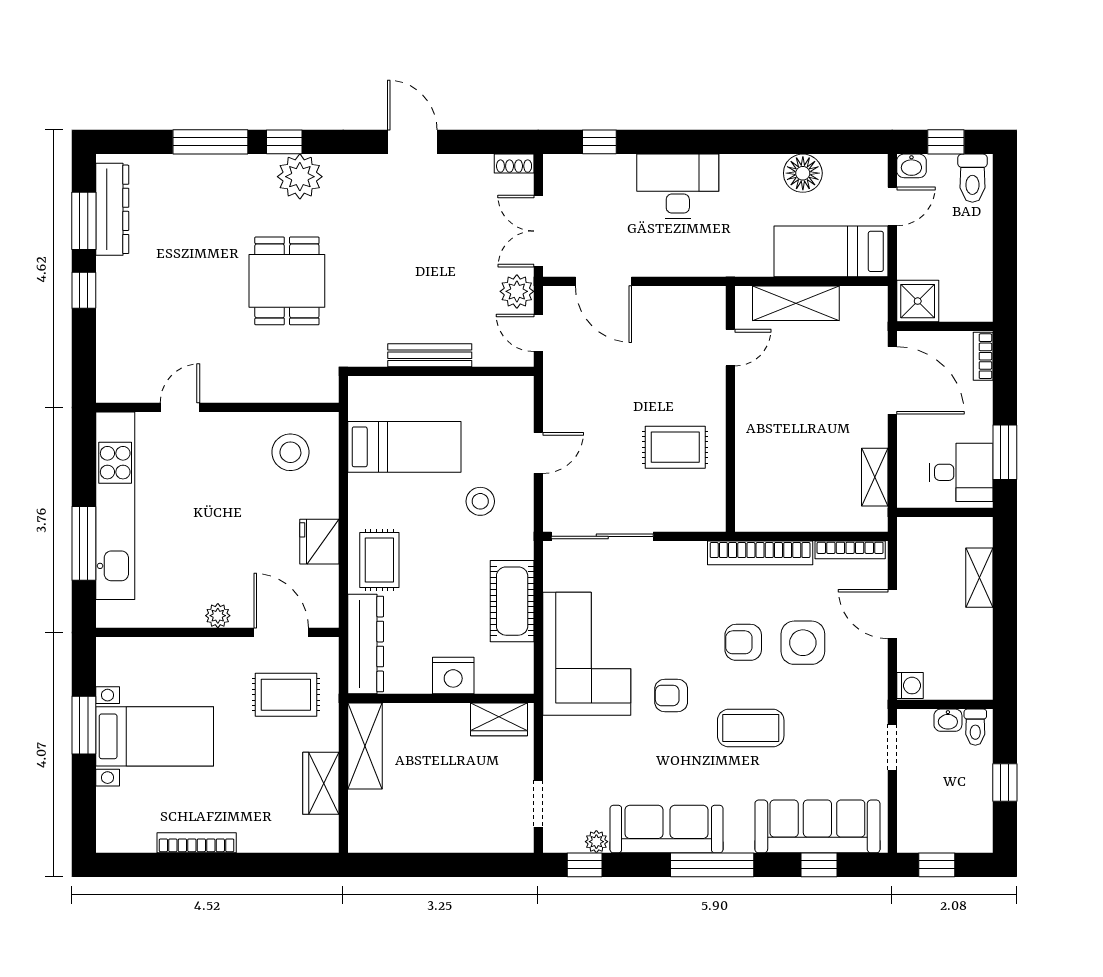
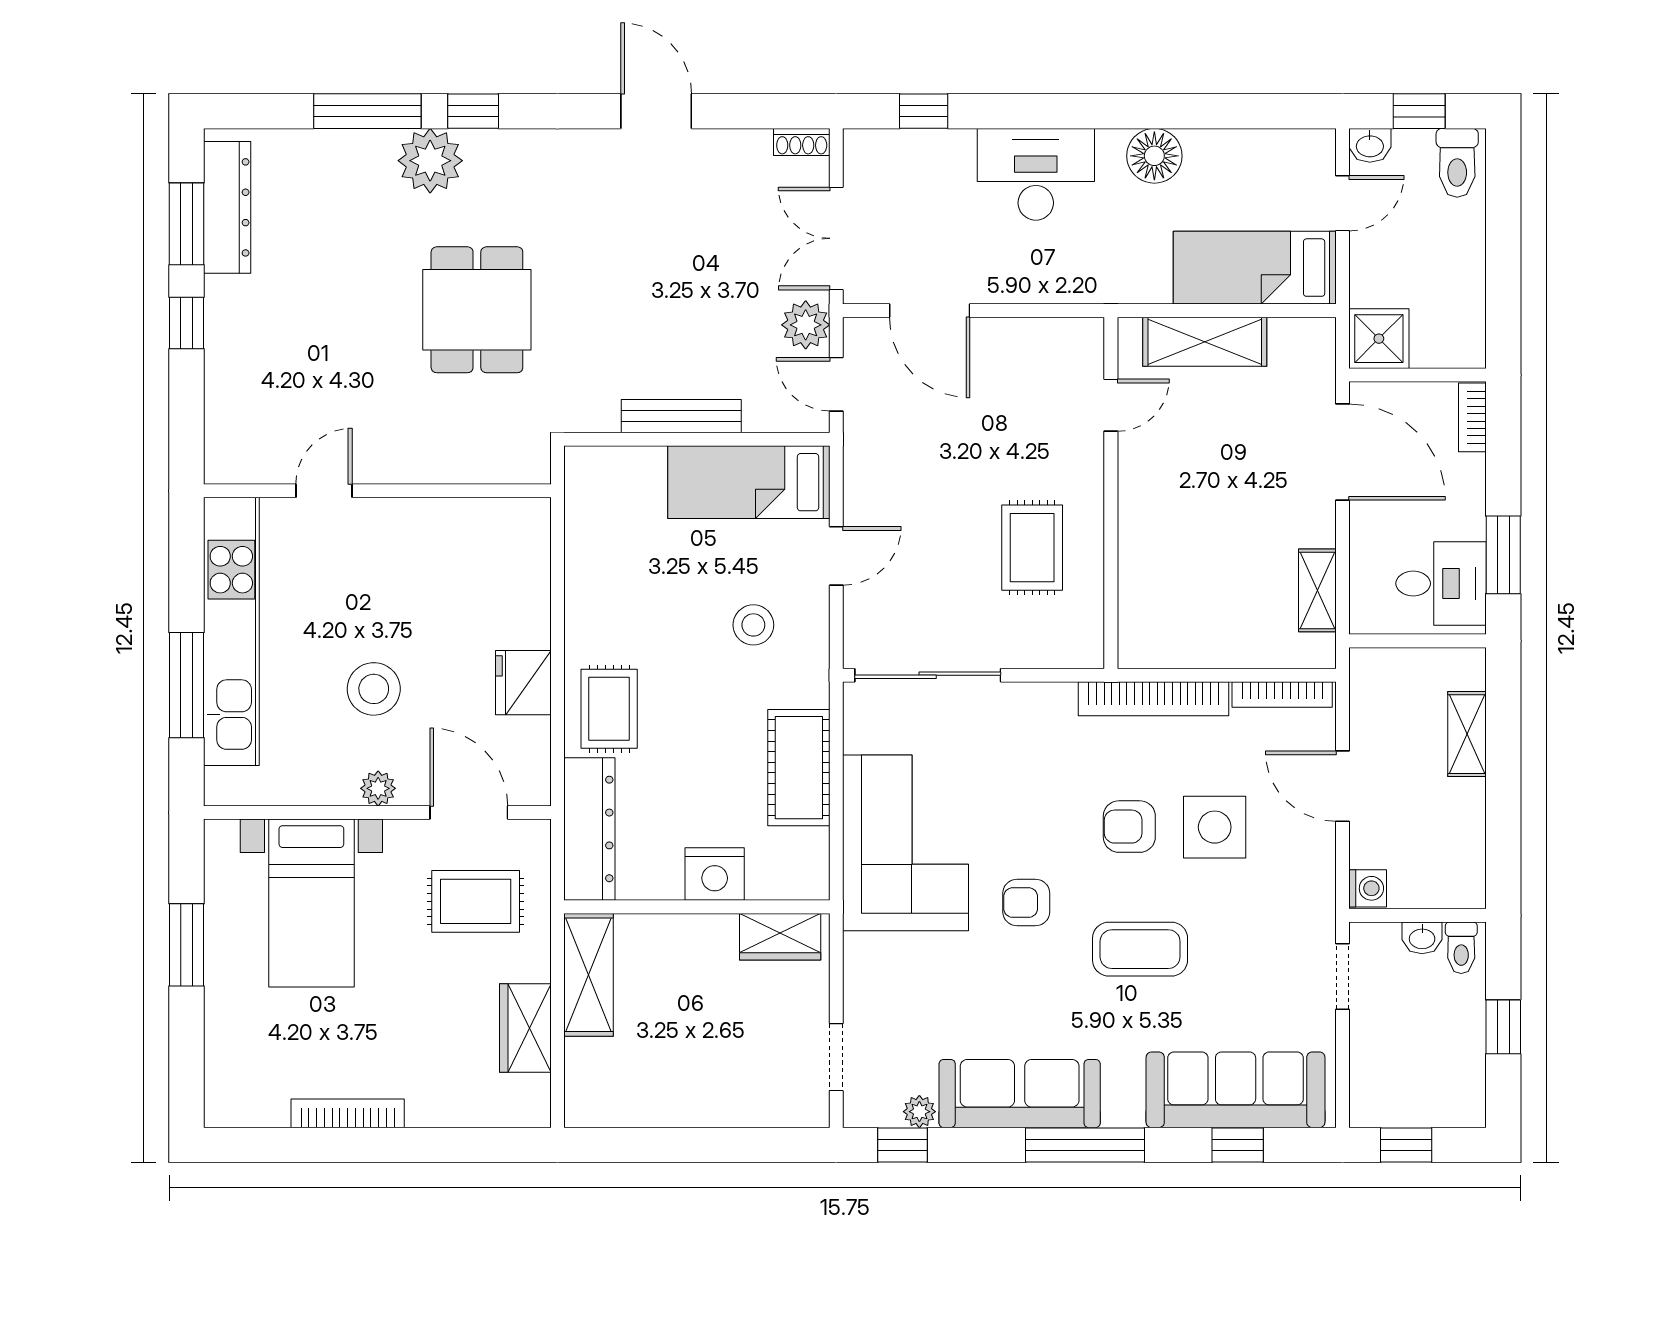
floor lamp: (803, 173) -> (1154, 156), moved
plant: (300, 177) -> (430, 161), moved
bed: (404, 447) -> (749, 482), moved, turned 180
rug: (675, 447) -> (1032, 548), turned 90
stool: (290, 452) -> (374, 689), moved
bed with nightstands: (155, 736) -> (311, 903), moved, turned 90

